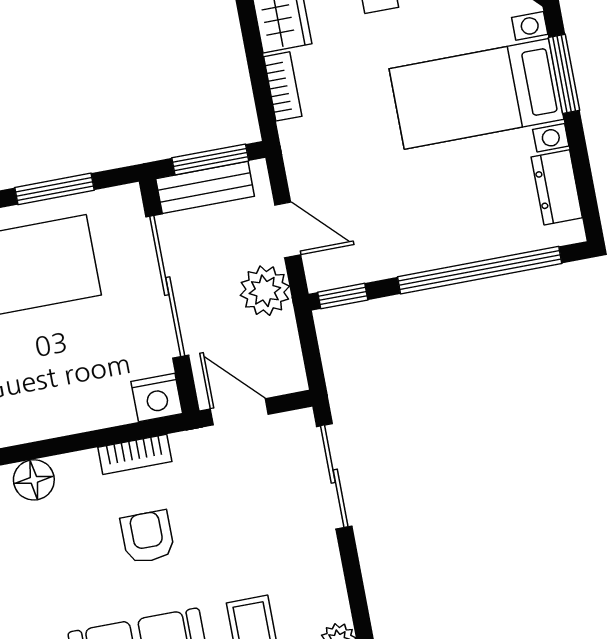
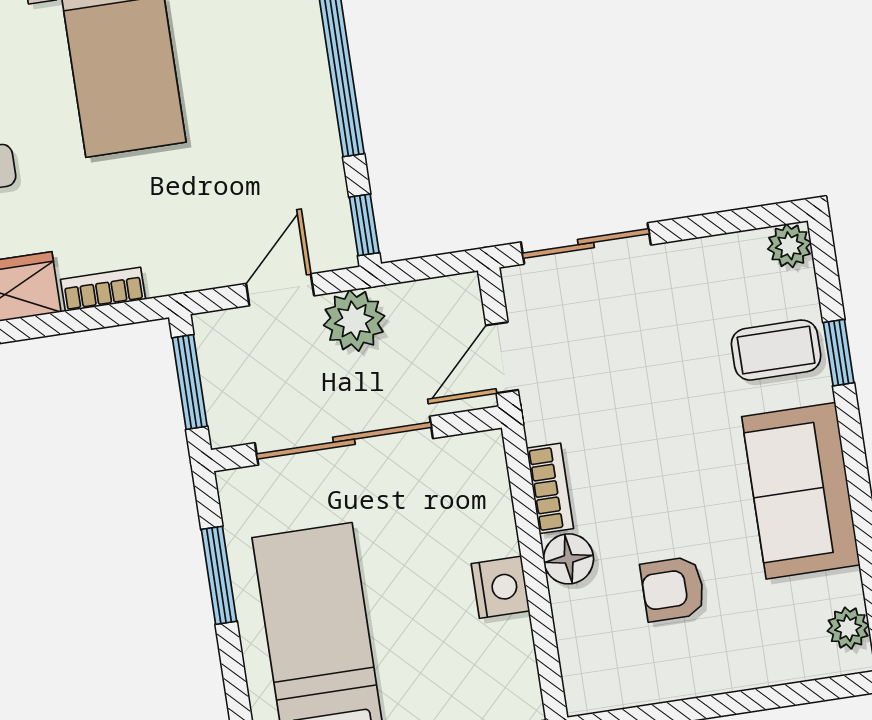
bench: (205, 187) -> (224, 390), removed
nightstand: (157, 398) -> (500, 587), moved
floor lamp: (34, 480) -> (569, 559), moved
armchair: (147, 537) -> (673, 589), moved

